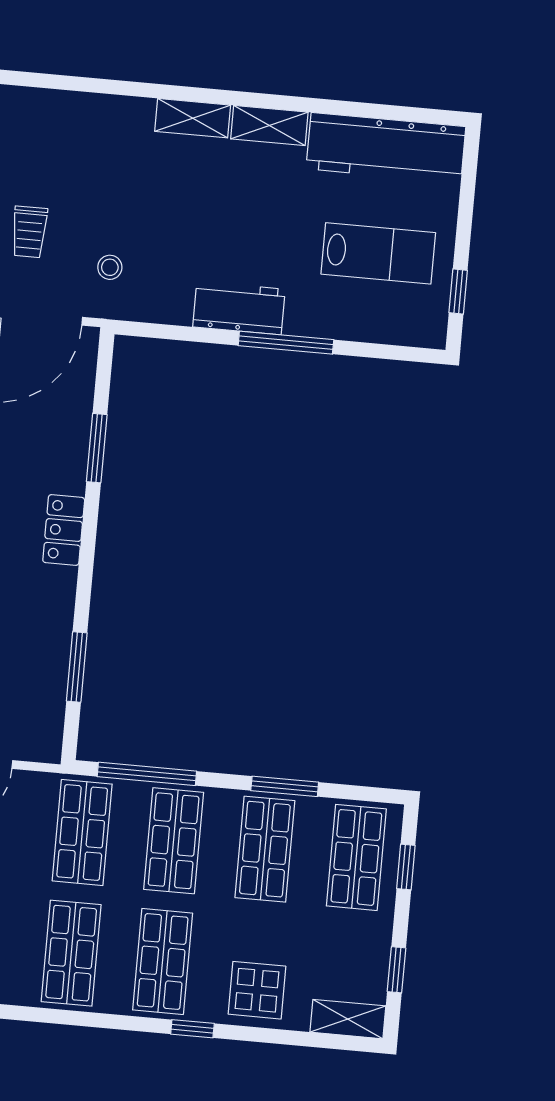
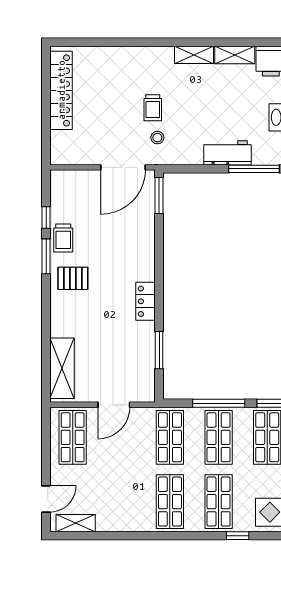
trolley: (29, 232) -> (153, 108), moved
window: (97, 448) -> (159, 196), moved
locker: (64, 530) -> (146, 301), moved
window: (147, 774) -> (219, 403), moved

